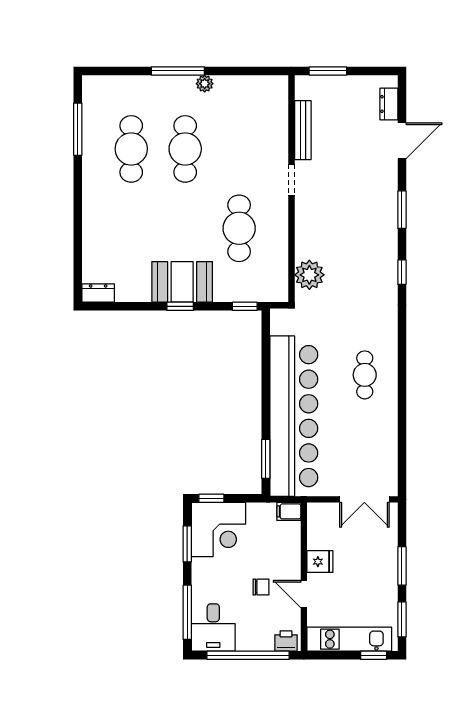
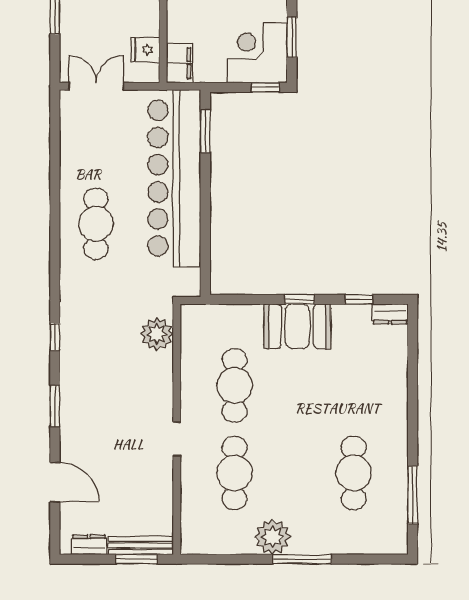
plant: (205, 84) -> (273, 537), width x1.88, depth x1.88
dresser: (389, 104) -> (89, 545), moved, turned -90
bench: (303, 130) -> (141, 545), moved, turned 90
door: (402, 141) -> (55, 482), swing flipped
cafe table: (185, 149) -> (235, 473), moved
window: (245, 306) -> (359, 299), moved
cafe table: (365, 375) -> (96, 224), width x1.37, depth x1.35
filing cabinet: (289, 511) -> (180, 63), width x2.00
fridge: (320, 562) -> (145, 50), moved

